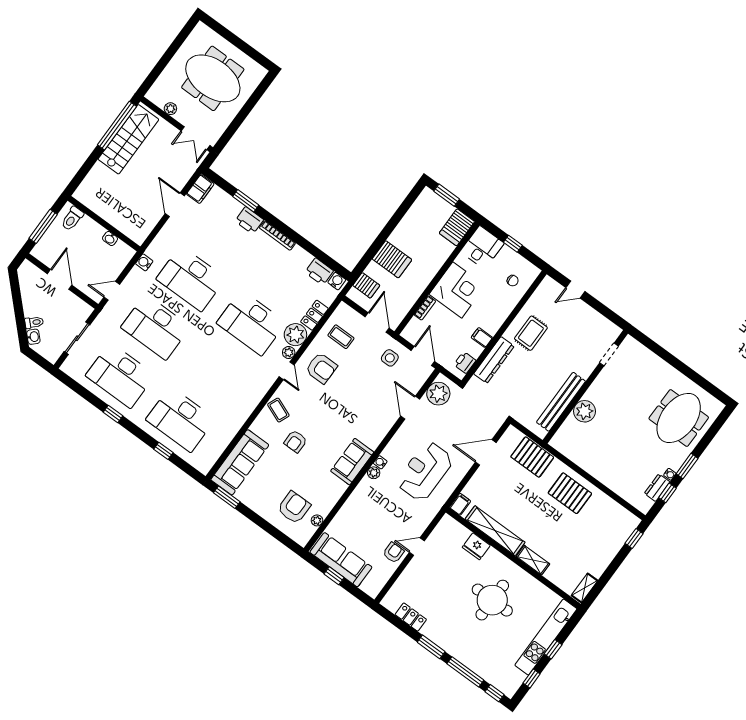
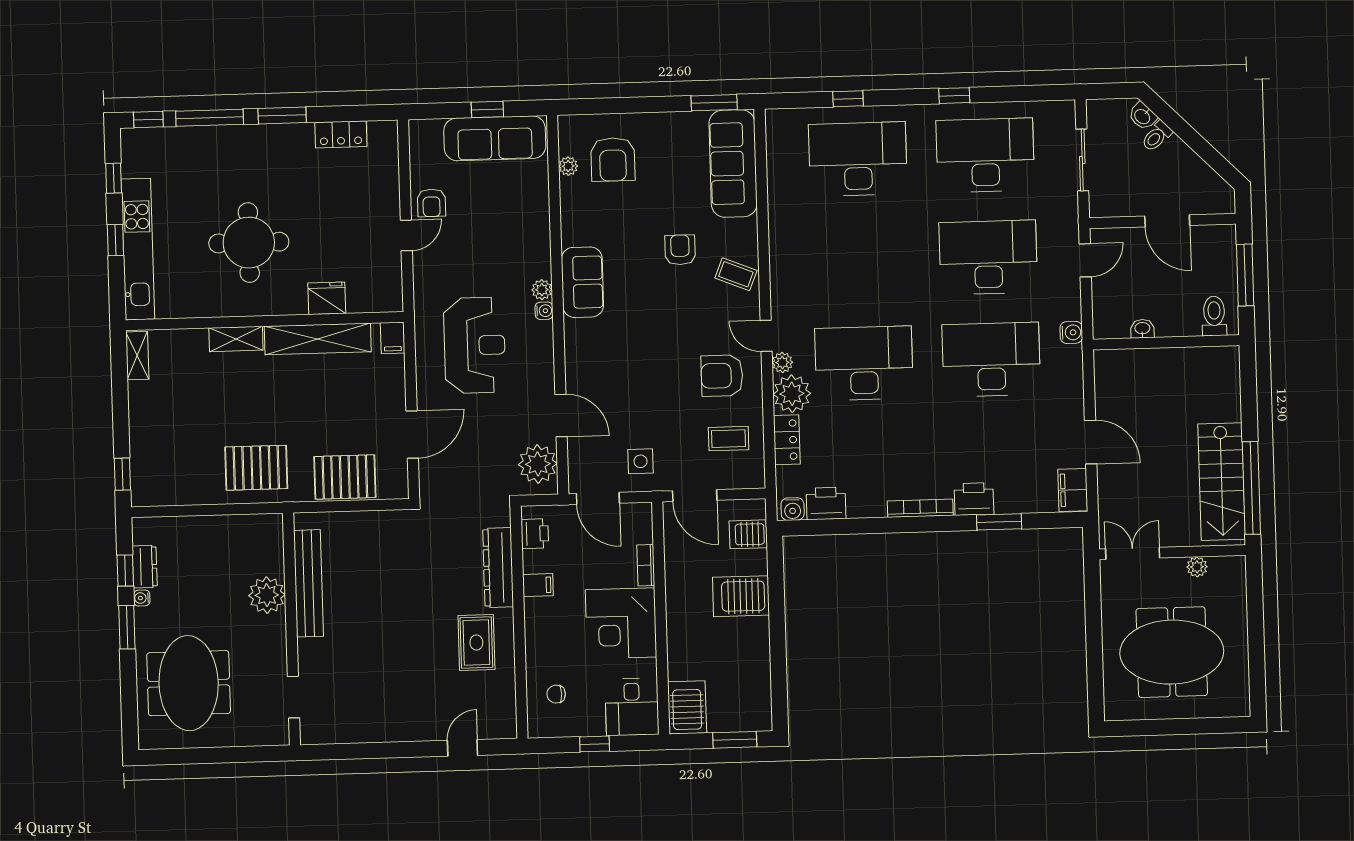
doorway: (609, 354) -> (293, 697), moved
wall: (585, 387) -> (291, 629), moved
bench: (561, 402) -> (308, 583), moved
plant: (585, 411) -> (267, 595), moved

